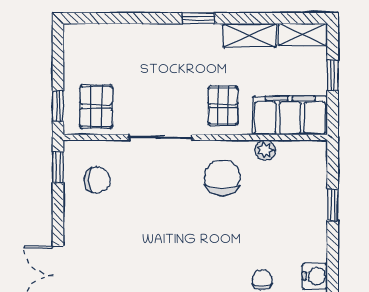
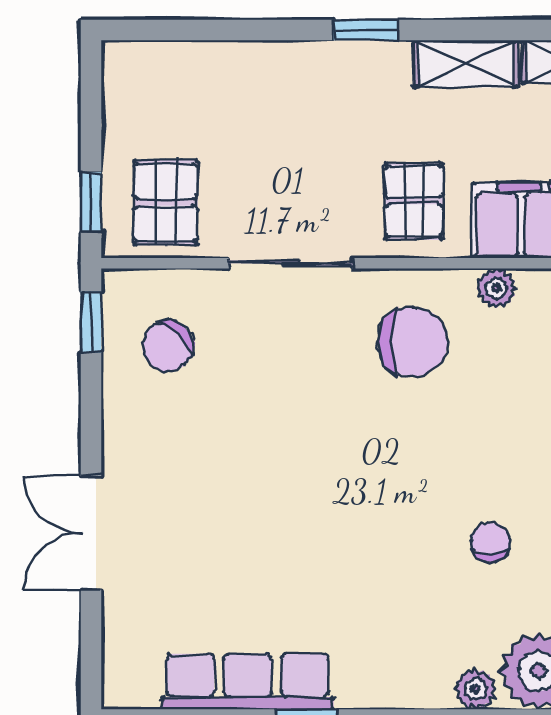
chair: (222, 177) -> (413, 342), turned 90
chair: (97, 180) -> (168, 346), turned 133

